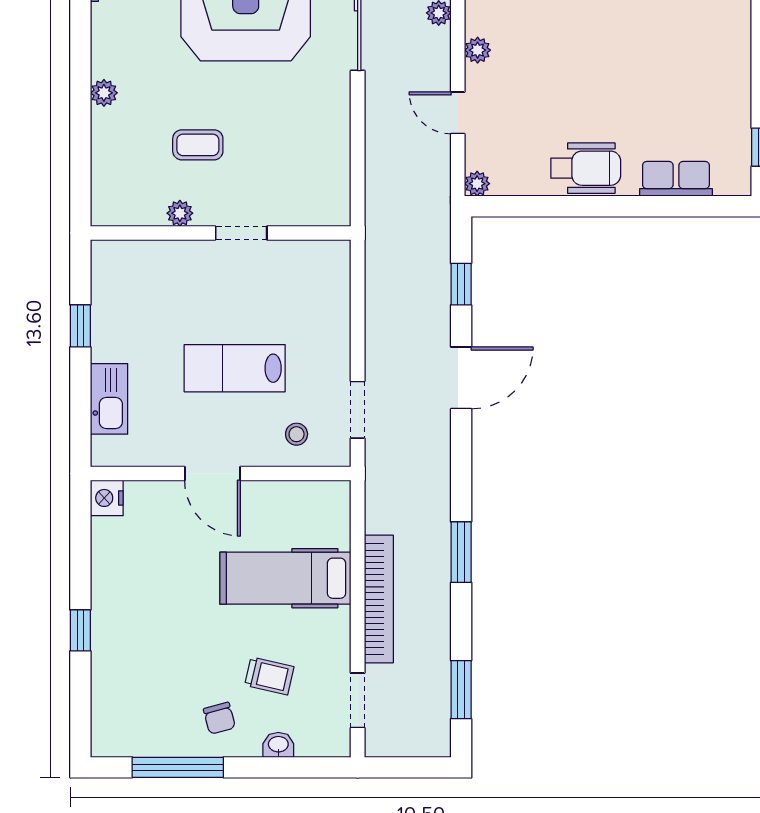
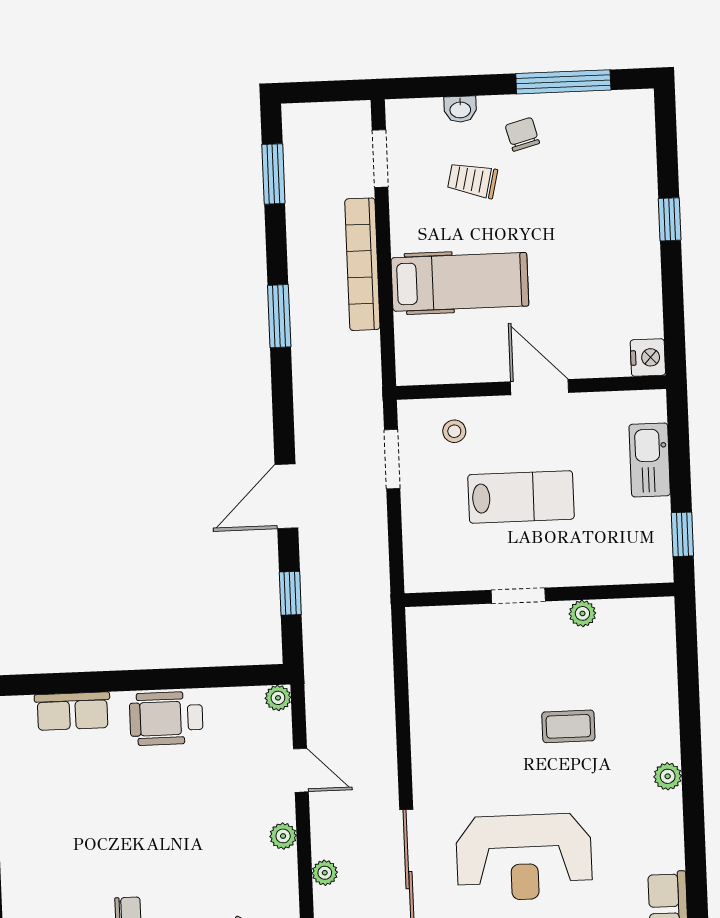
plant: (180, 213) -> (582, 613), moved
wall: (221, 233) -> (539, 595), moved
doorway: (241, 233) -> (518, 596), moved

